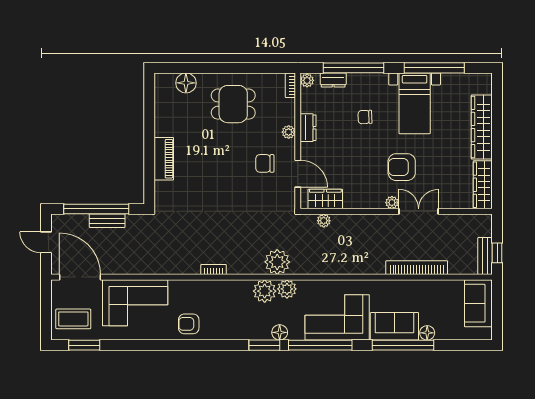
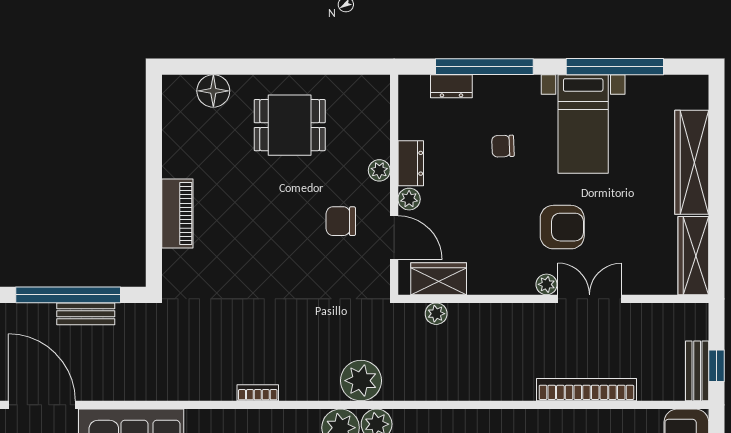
plant: (307, 80) -> (409, 199), moved
bookcase: (290, 85) -> (382, 95), removed
armchair: (402, 167) -> (562, 227), turned 180

